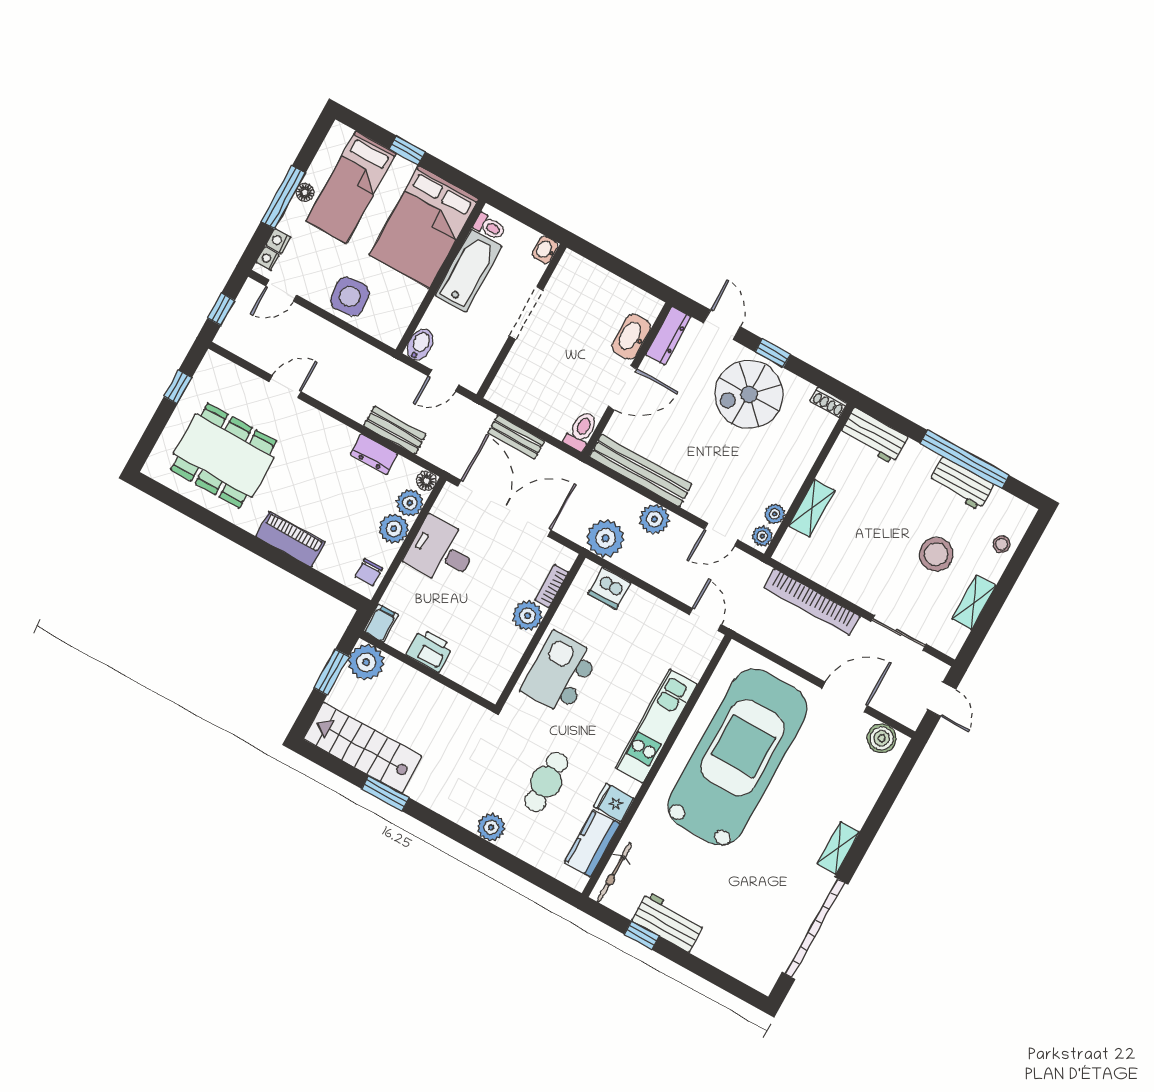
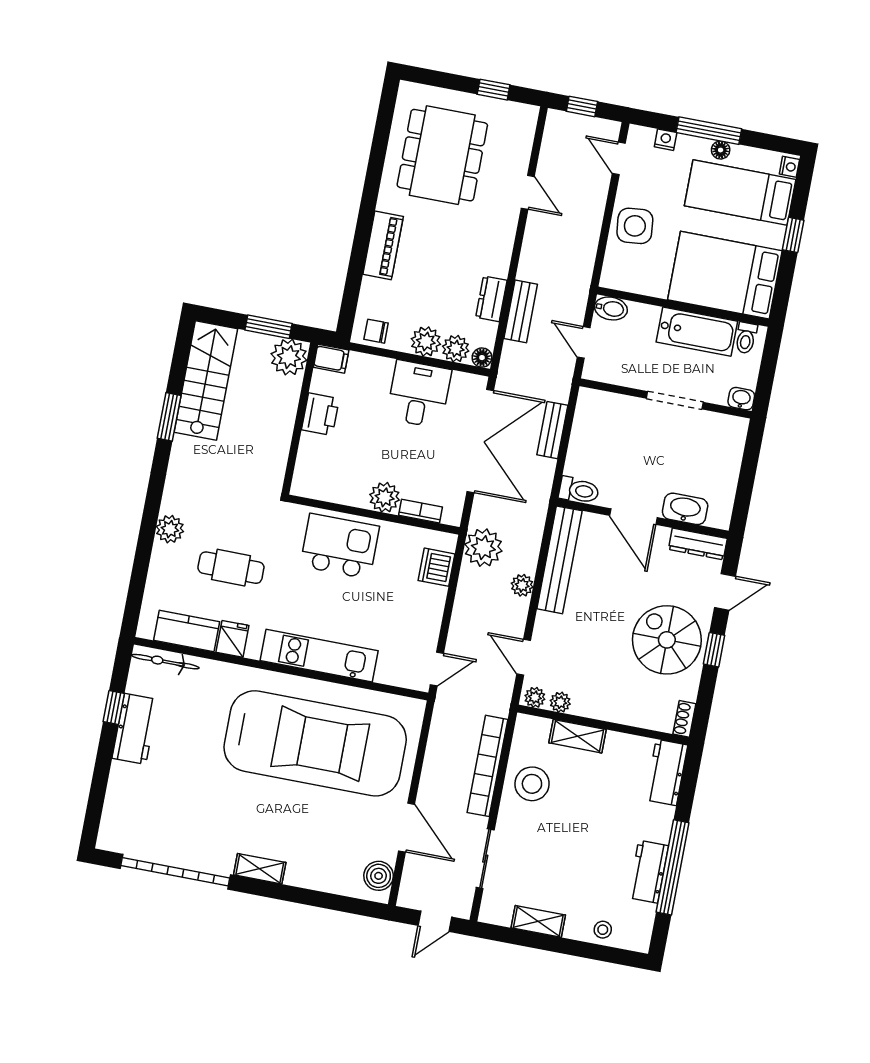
nightstand: (268, 259) -> (789, 167), moved, turned 90
plant: (654, 519) -> (522, 585), width x0.73, depth x0.73
stool: (936, 554) -> (532, 784), moved

